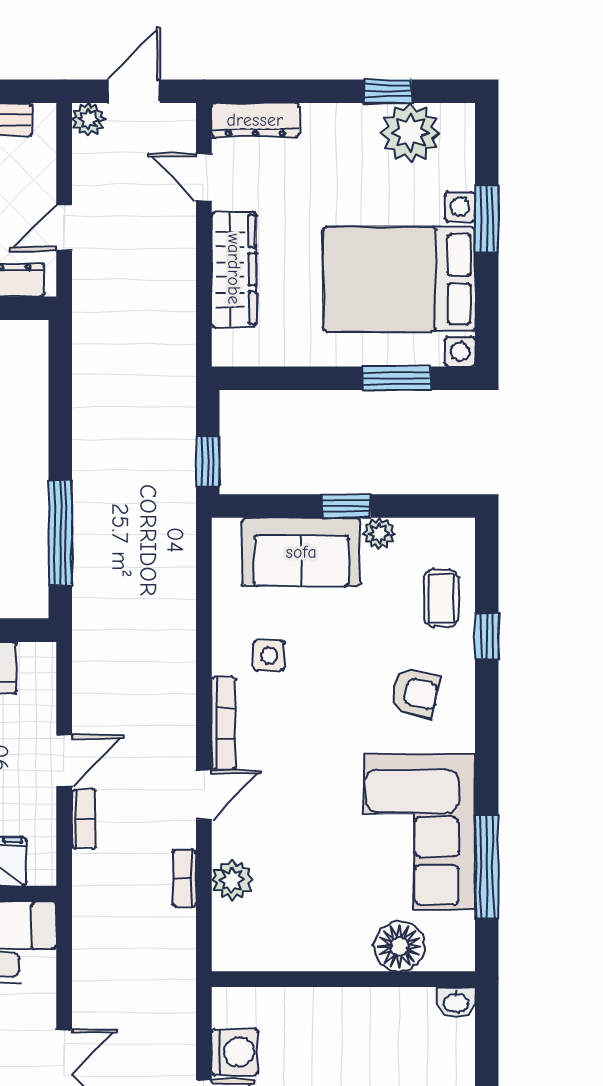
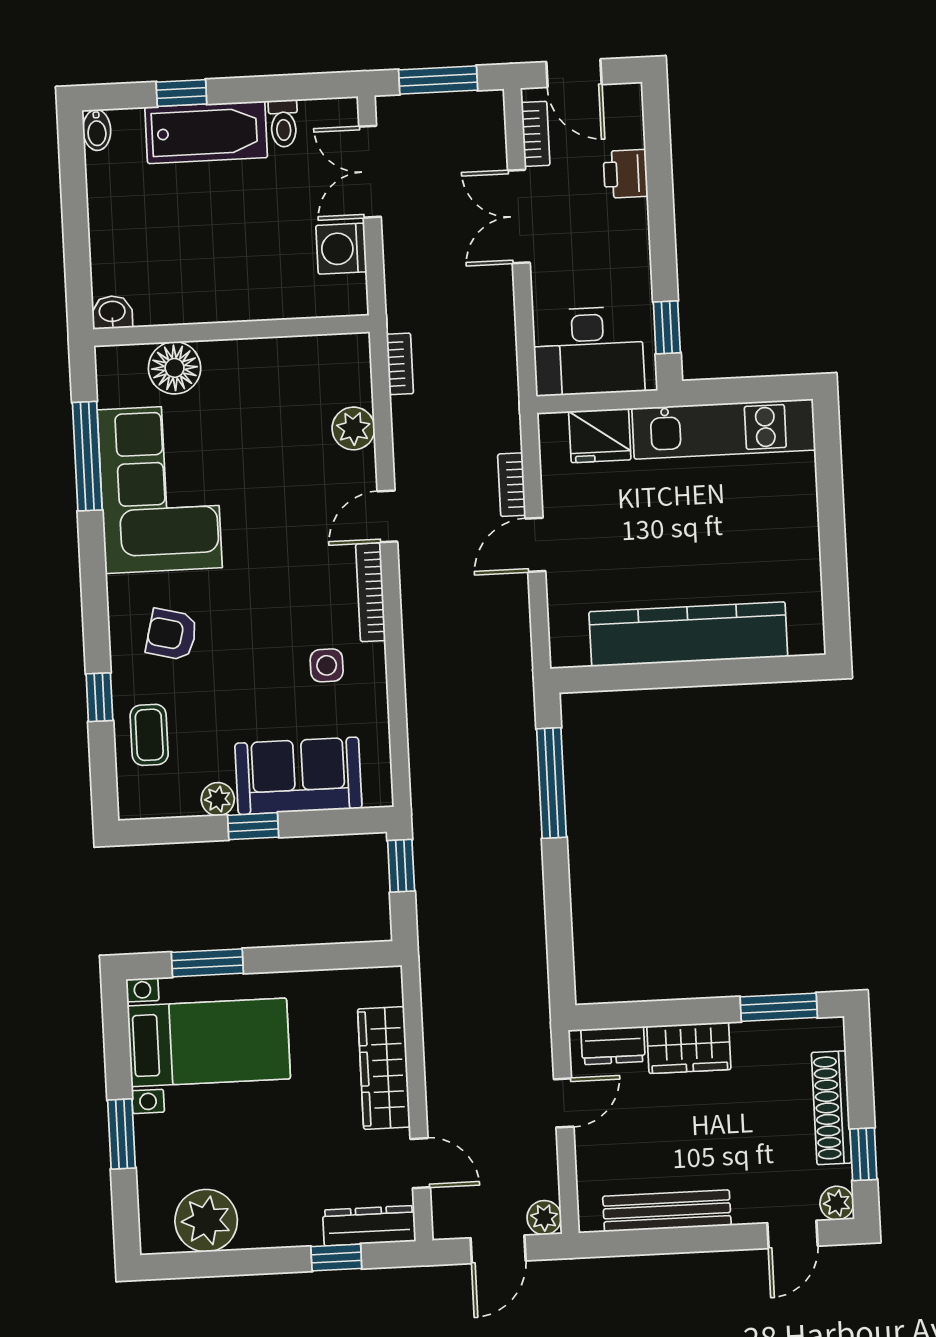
window: (388, 91) -> (336, 1258), moved
bed with nightstands: (399, 279) -> (209, 1042), width x0.73
bookcase: (184, 878) -> (400, 364), moved

